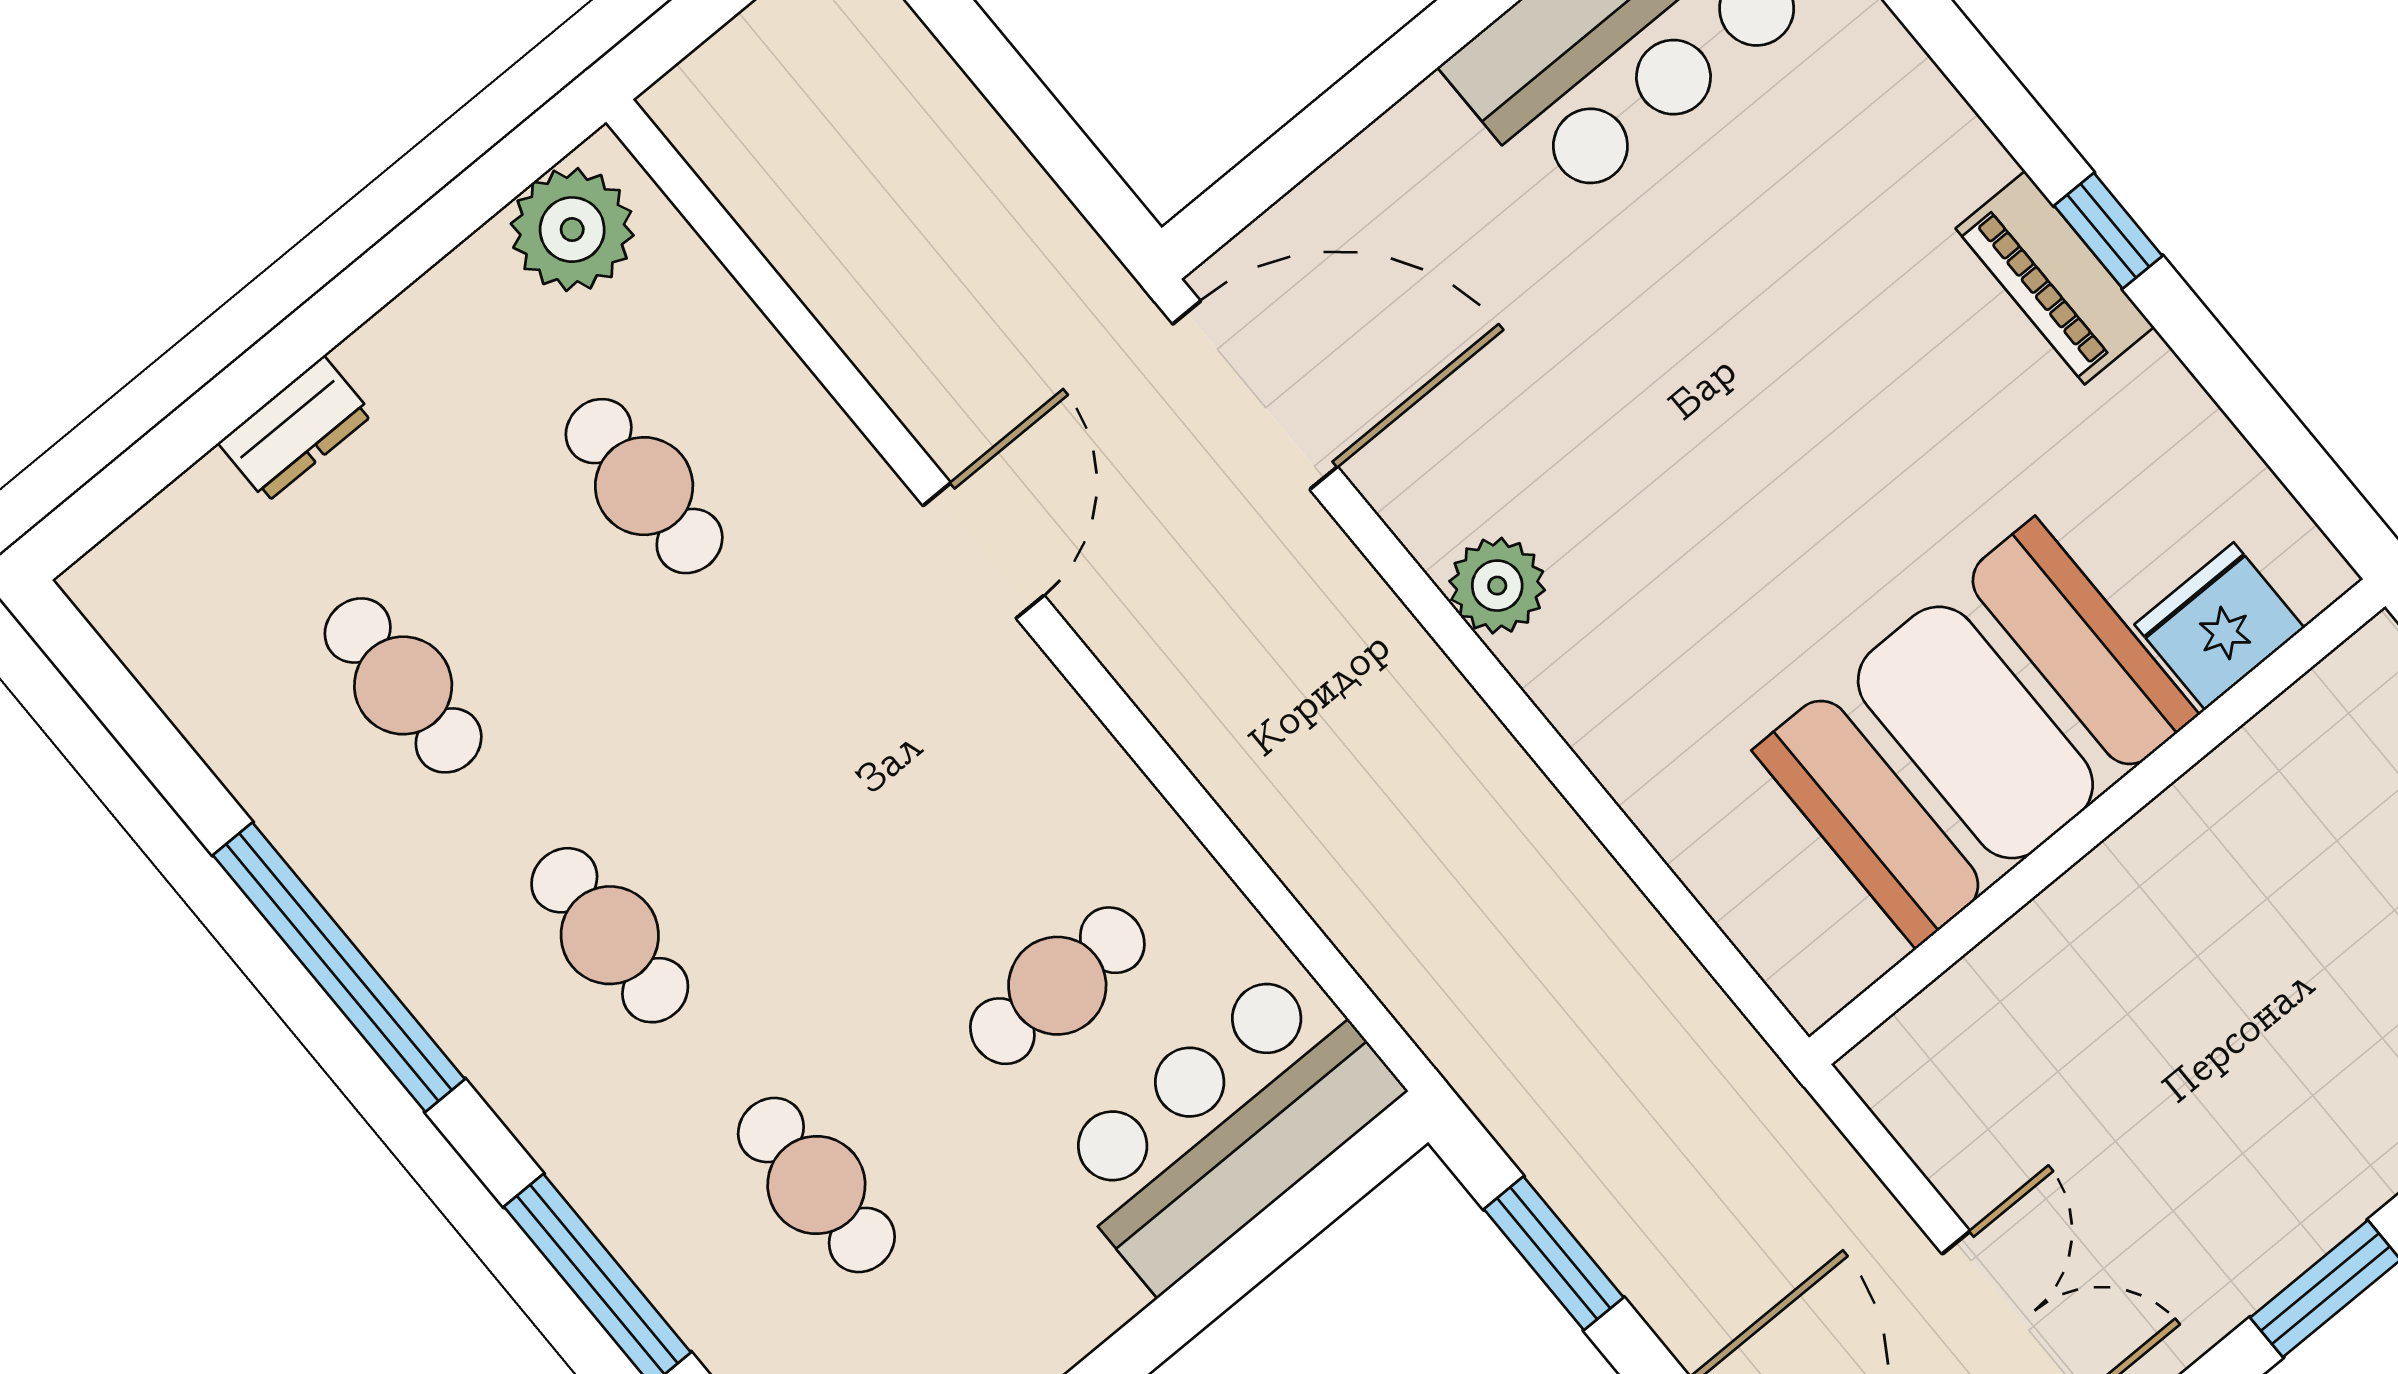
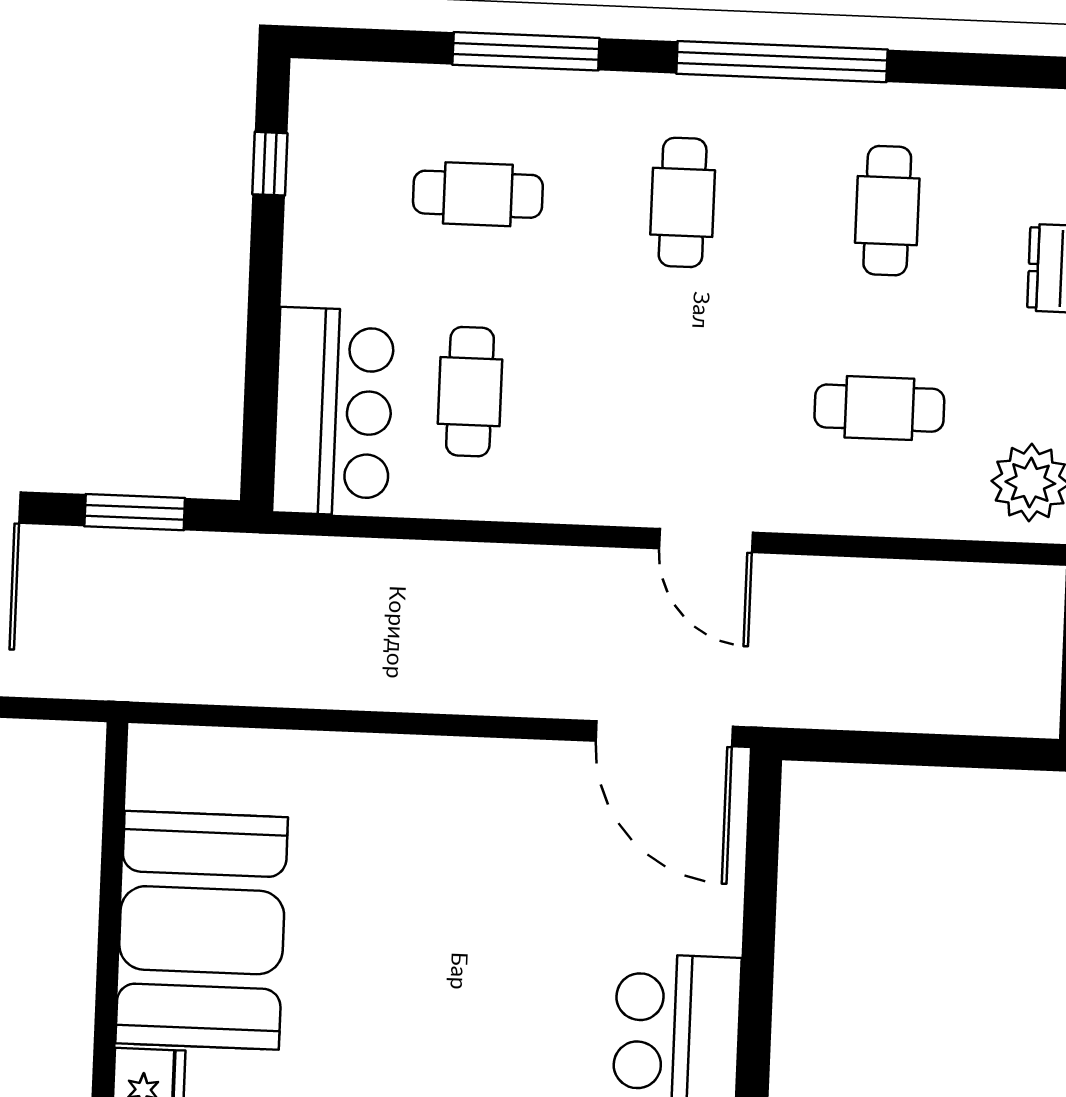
door: (1255, 395) -> (664, 734), hinge flipped
plant: (1497, 586) -> (473, 767), removed
cafe table: (403, 685) -> (887, 211), turned 90
cafe table: (610, 935) -> (683, 202), turned 90

